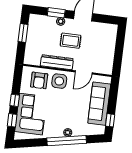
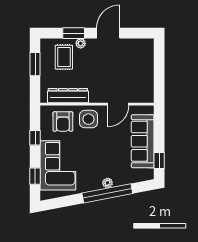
rug: (71, 41) -> (64, 57), moved, turned 90
dresser: (57, 62) -> (68, 96), moved
window: (15, 100) -> (35, 138), moved

